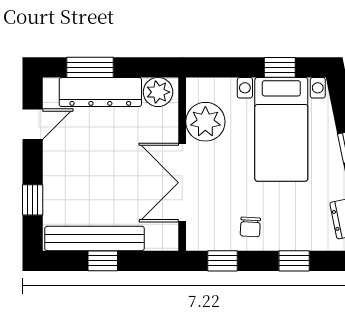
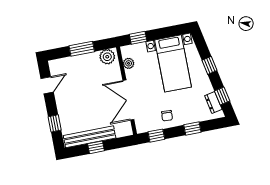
window: (90, 67) -> (82, 49), moved
window: (280, 67) -> (138, 38), moved
dresser: (100, 92) -> (78, 62), removed
plant: (205, 122) -> (129, 63), width x0.53, depth x0.53

